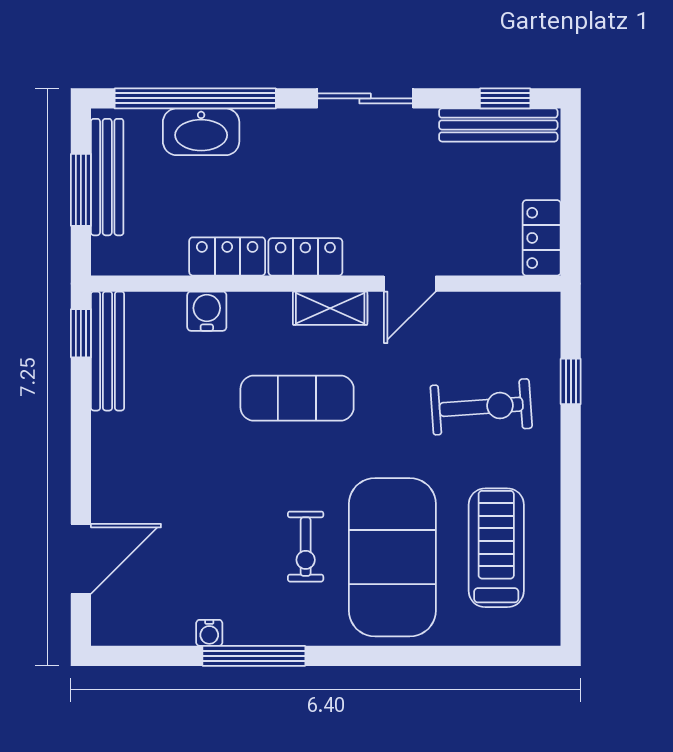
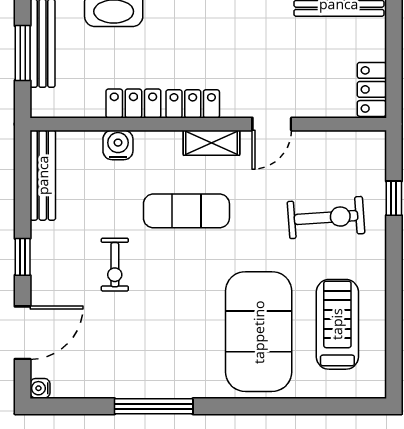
window: (81, 333) -> (23, 257), moved
exercise bike: (306, 547) -> (115, 265), moved
water cooler: (209, 633) -> (40, 388), moved, turned 90

